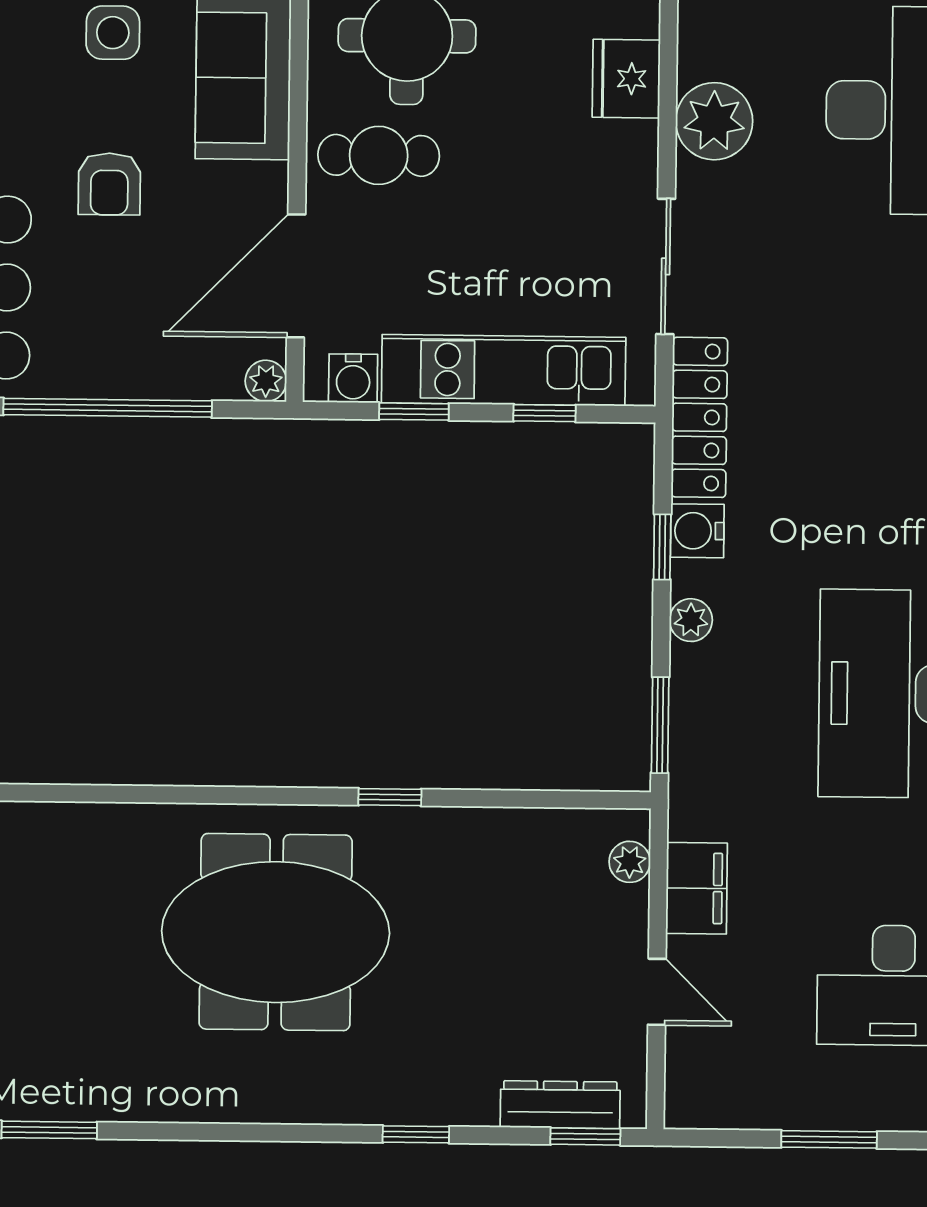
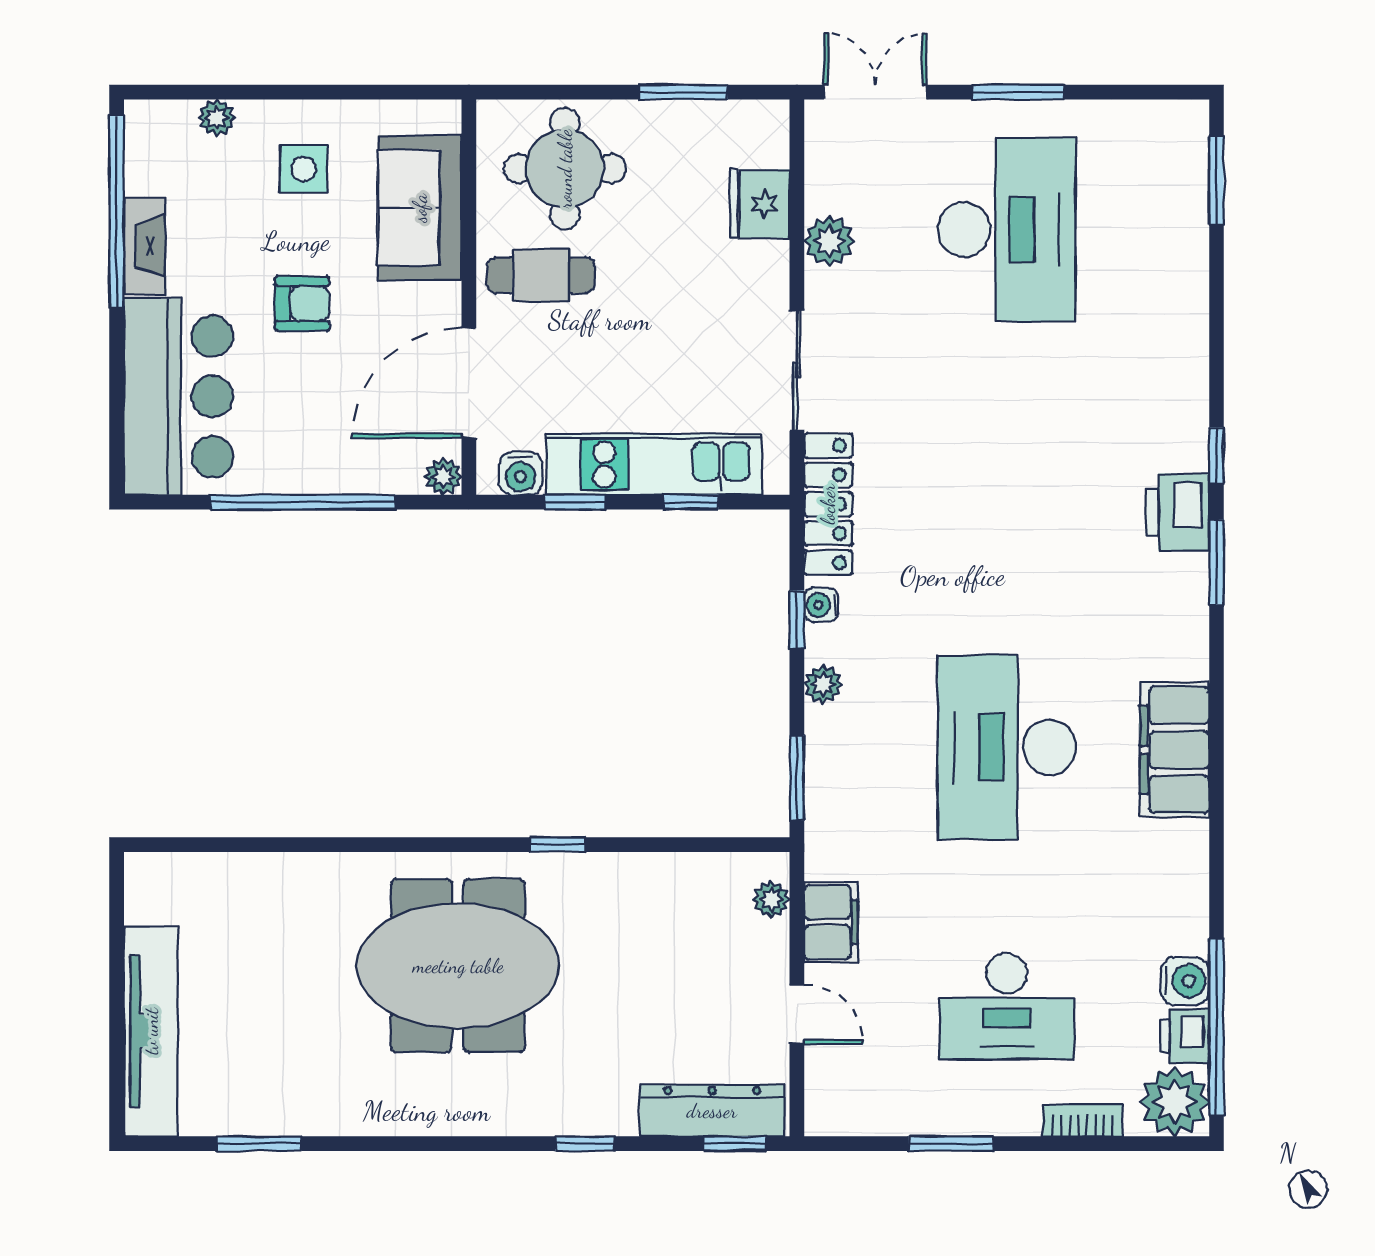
plant: (714, 121) -> (829, 241), width x0.73, depth x0.73
armchair: (109, 184) -> (302, 303), turned -90
water cooler: (697, 531) -> (821, 605), width x0.72, depth x0.72
dresser: (560, 1105) -> (712, 1111), width x1.37, depth x1.24

